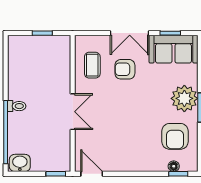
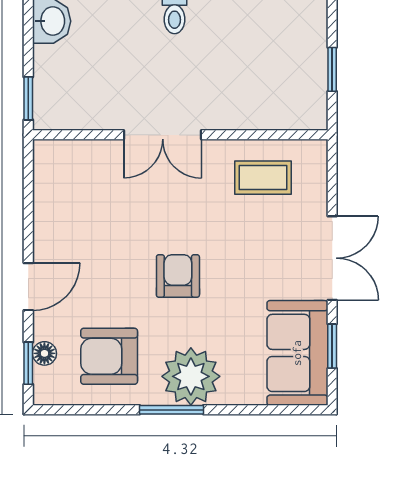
double door: (130, 33) -> (332, 258), swing flipped
armchair: (125, 69) -> (178, 276), moved
door: (92, 174) -> (28, 287), moved

